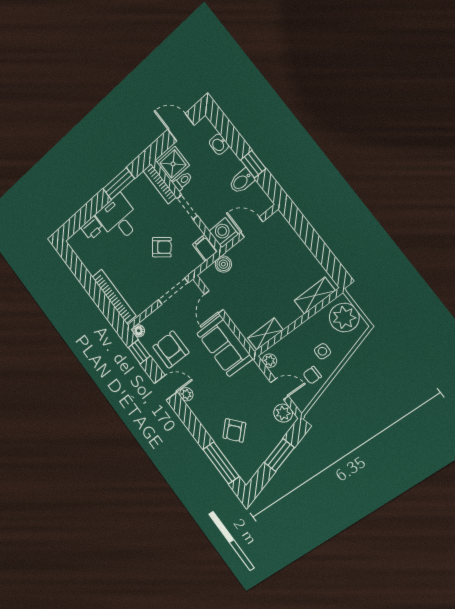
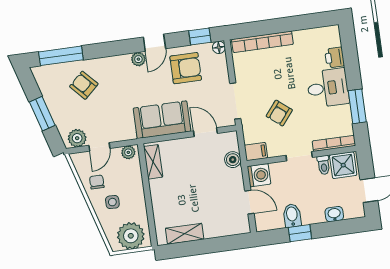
door: (252, 227) -> (249, 202), hinge flipped
shelving: (315, 296) -> (185, 234), moved, turned 90

